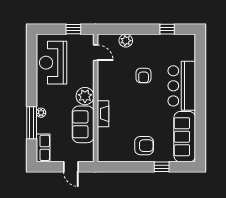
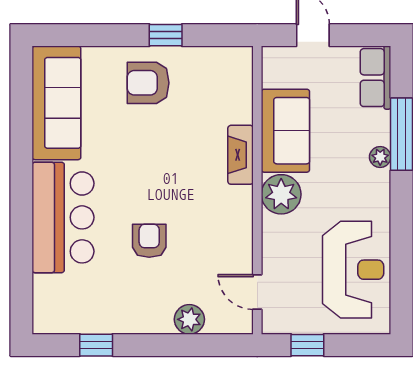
window: (162, 167) -> (166, 35), moved

